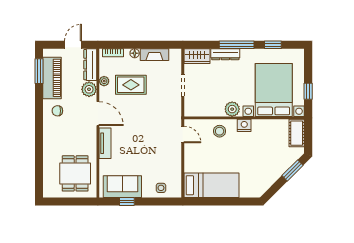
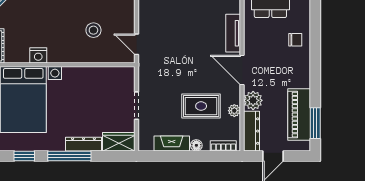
plant: (232, 109) -> (75, 76), removed
chair: (57, 111) -> (295, 40), moved
nightstand: (244, 125) -> (38, 55), moved
stool: (220, 131) -> (93, 30), moved

